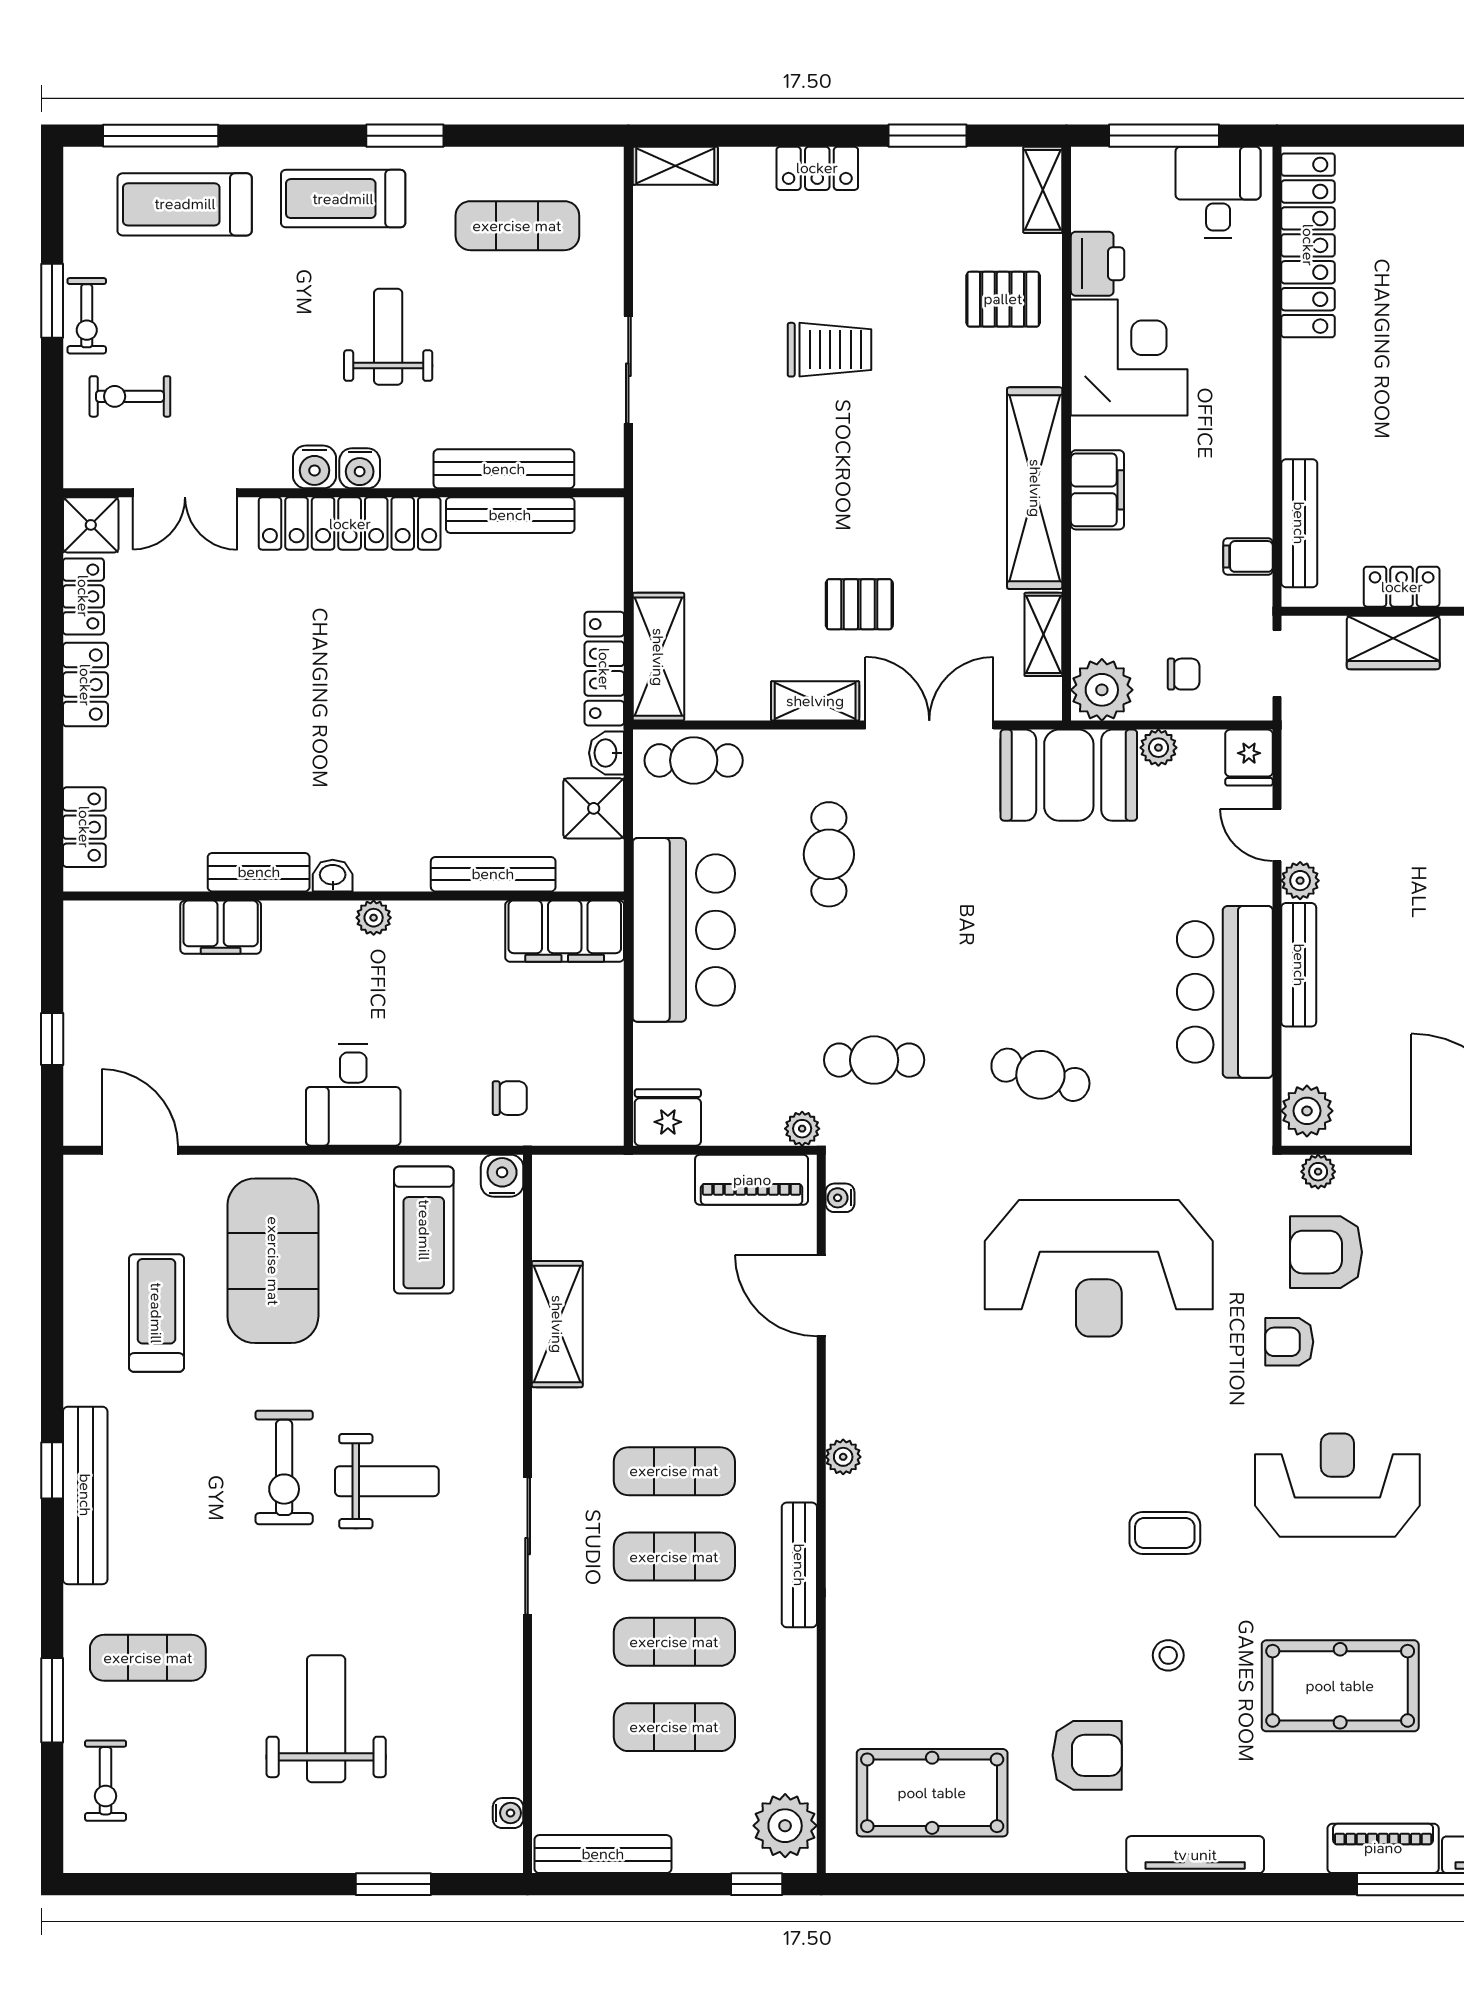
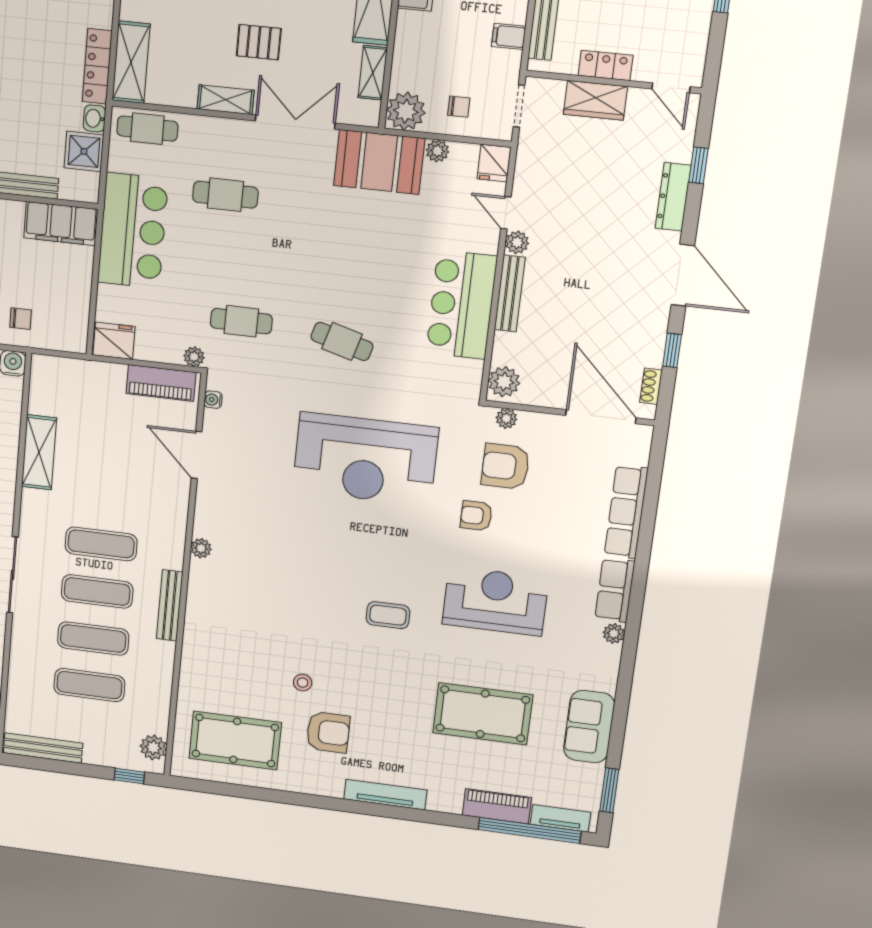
cafe table: (829, 854) -> (225, 195), turned 90
stool: (1168, 1655) -> (303, 683), moved
plant: (785, 1826) -> (153, 747), width x0.73, depth x0.73

